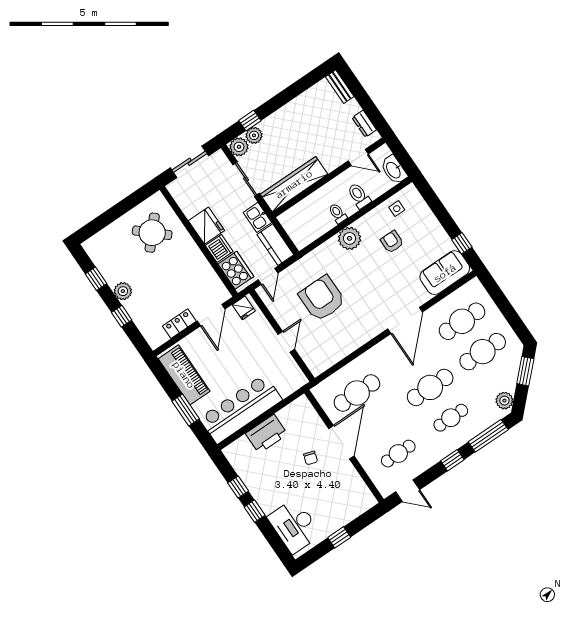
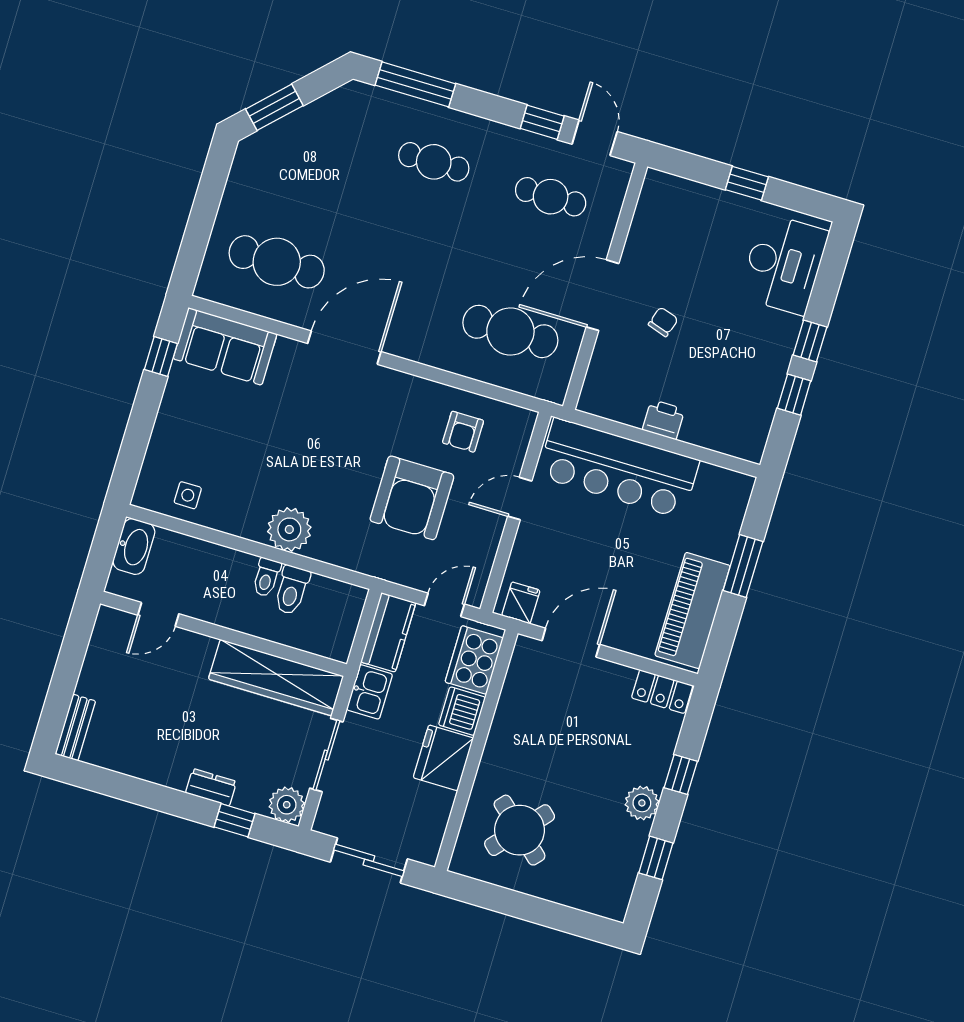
dresser: (364, 124) -> (211, 787), moved, turned -90
plant: (254, 135) -> (252, 796), removed
door: (358, 157) -> (158, 614), swing flipped
toilet: (359, 196) -> (292, 590), moved
armchair: (392, 242) -> (463, 432), moved
locker: (179, 324) -> (662, 692), moved
cafe table: (483, 352) -> (297, 194), removed
cafe table: (430, 387) -> (414, 229), removed
plant: (504, 401) -> (343, 103), removed
bar counter: (241, 409) -> (618, 468), moved
printer: (267, 434) -> (664, 420), width x0.53, depth x0.68
window: (452, 460) -> (542, 122), moved

